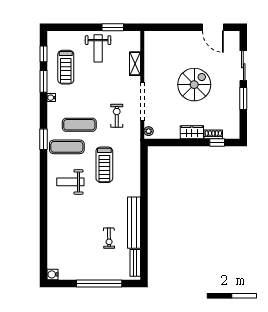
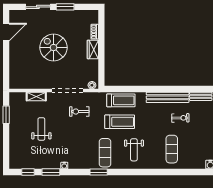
weight bench: (98, 48) -> (41, 129), moved, turned -90
treadmill: (66, 67) -> (121, 100), moved
exercise mat: (79, 125) -> (172, 149), moved
window: (217, 142) -> (101, 29), removed

